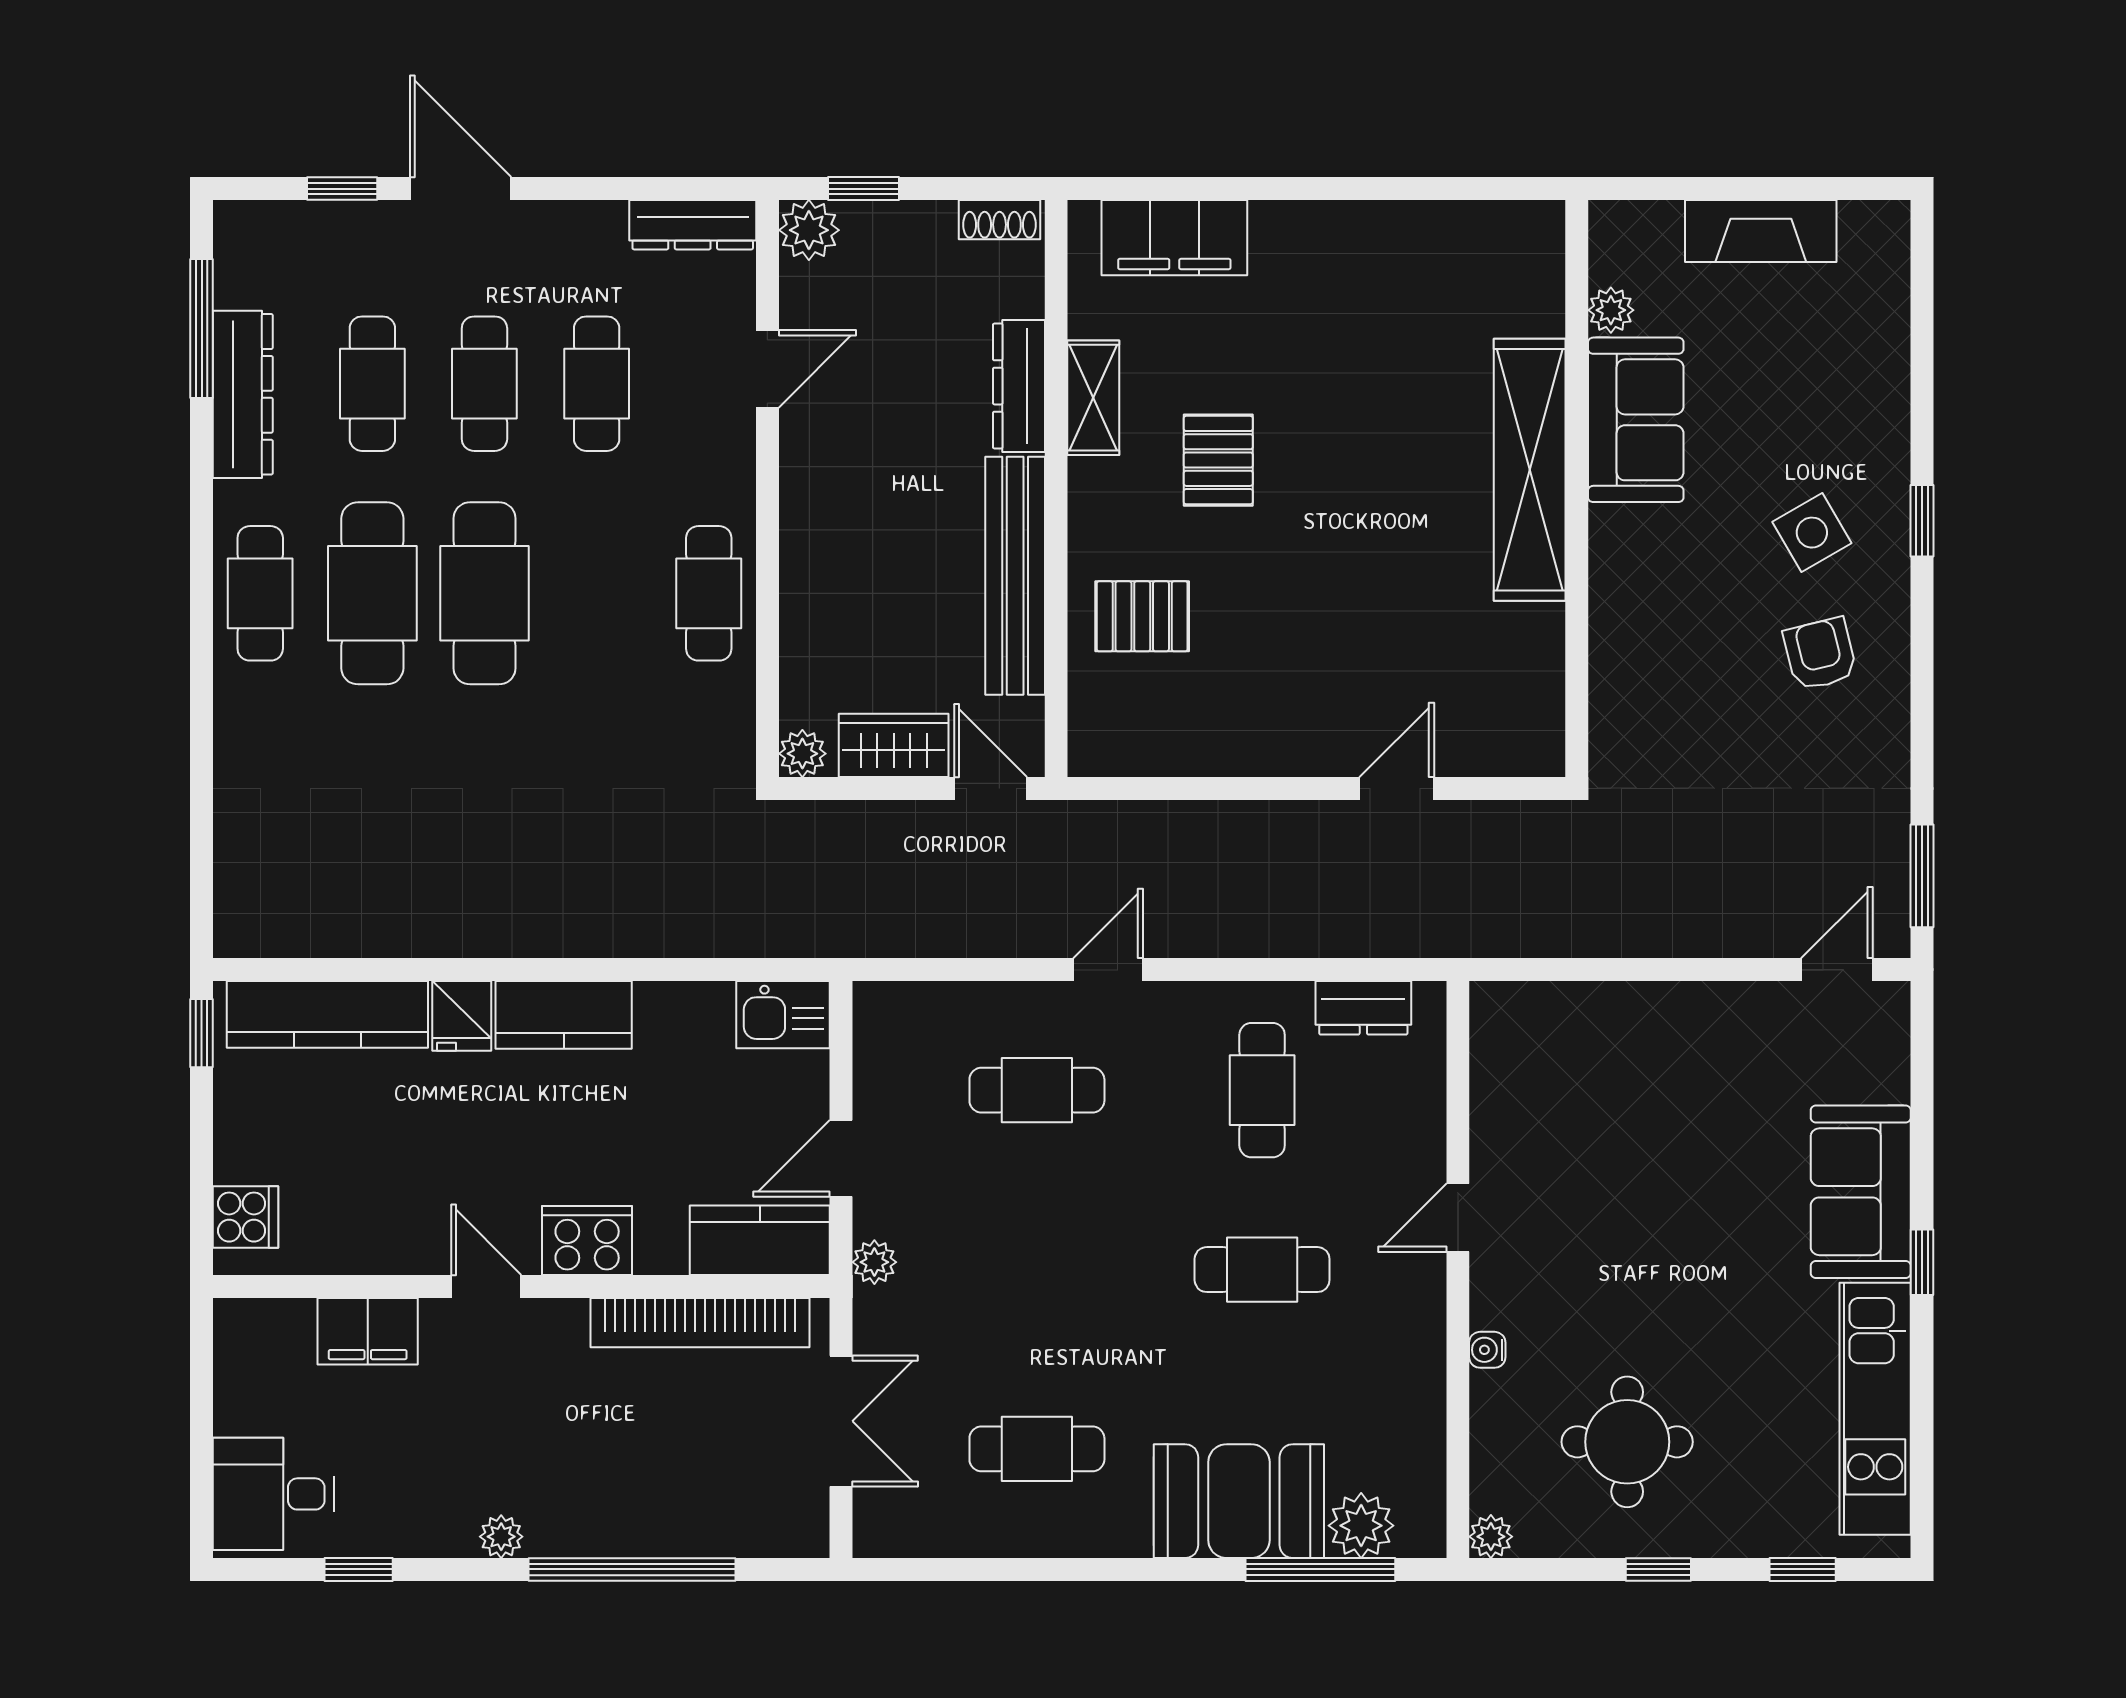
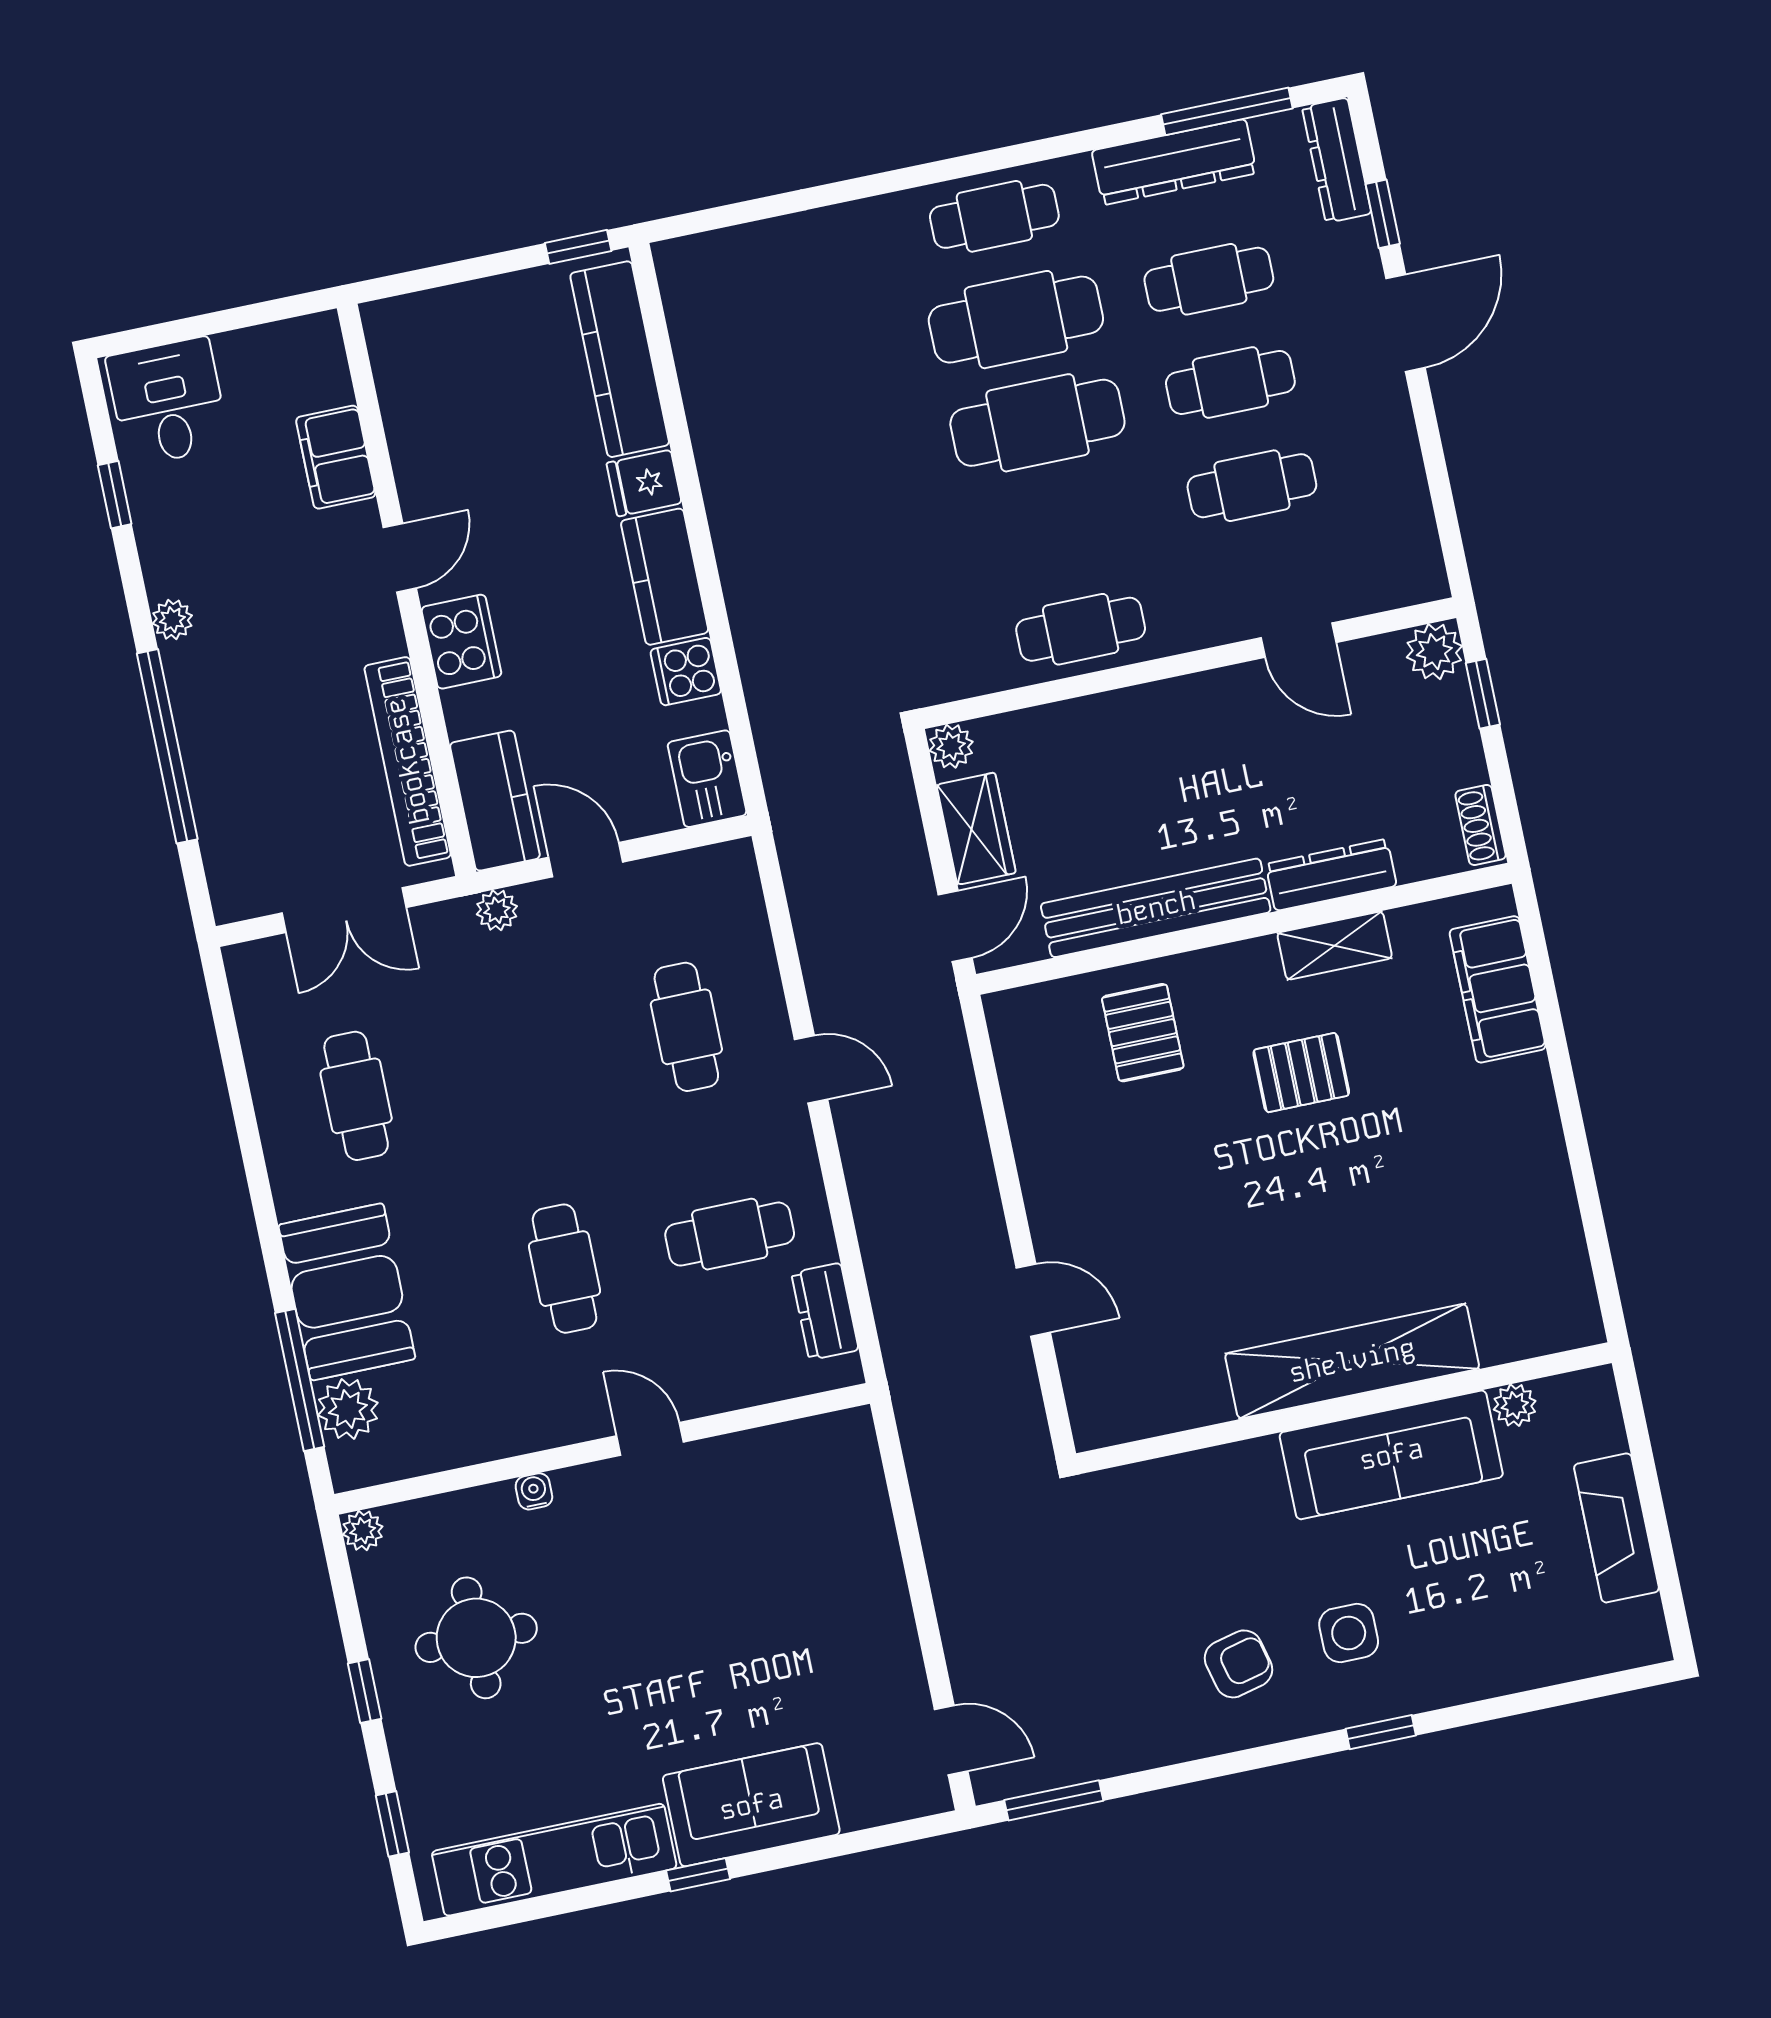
dresser: (693, 225) -> (1337, 160), moved
sofa: (1636, 420) -> (1391, 1455), width x1.36
side table: (1812, 533) -> (1349, 1633), turned 30
cooker: (245, 1217) -> (686, 672), moved, turned 90

